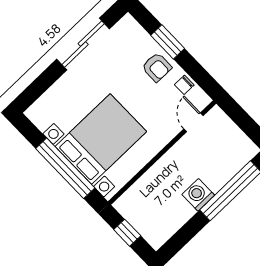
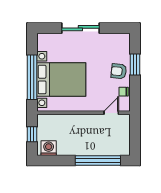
sliding door: (83, 44) -> (80, 28), moved
armchair: (157, 67) -> (119, 71), turned 96
washing machine: (198, 195) -> (49, 148), moved

